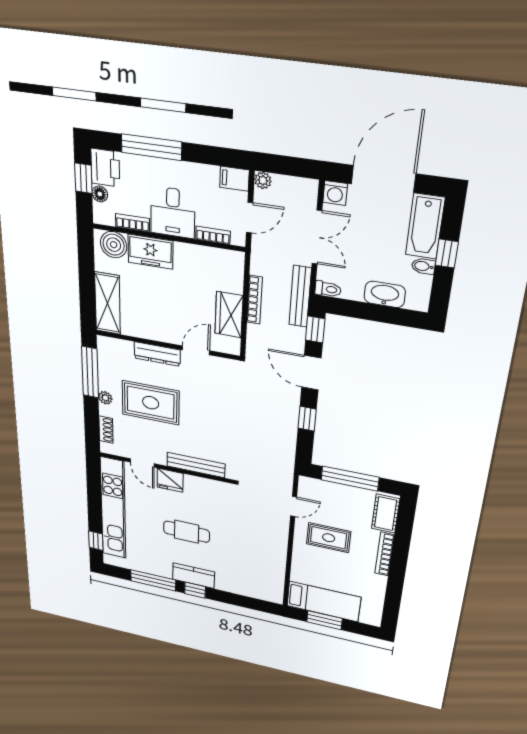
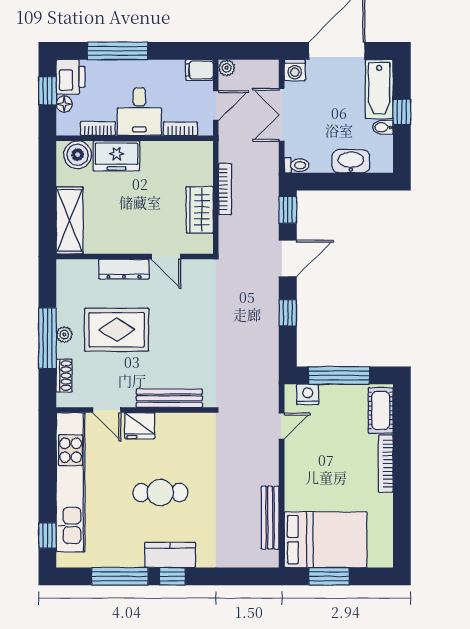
double door: (317, 237) -> (282, 115), swing flipped
bench: (300, 297) -> (270, 518), moved
door: (196, 350) -> (166, 257), swing flipped
window: (90, 372) -> (47, 338), moved
door: (311, 373) -> (288, 258), swing flipped
nightstand: (319, 487) -> (308, 394), added
rug: (329, 538) -> (323, 458), removed
bed: (324, 602) -> (326, 540), width x1.50

